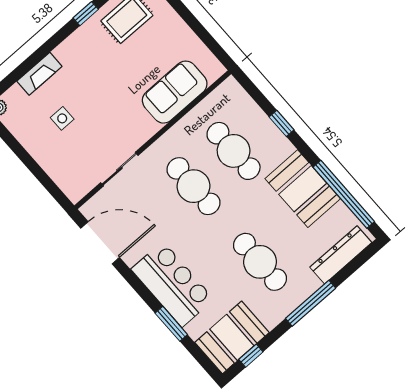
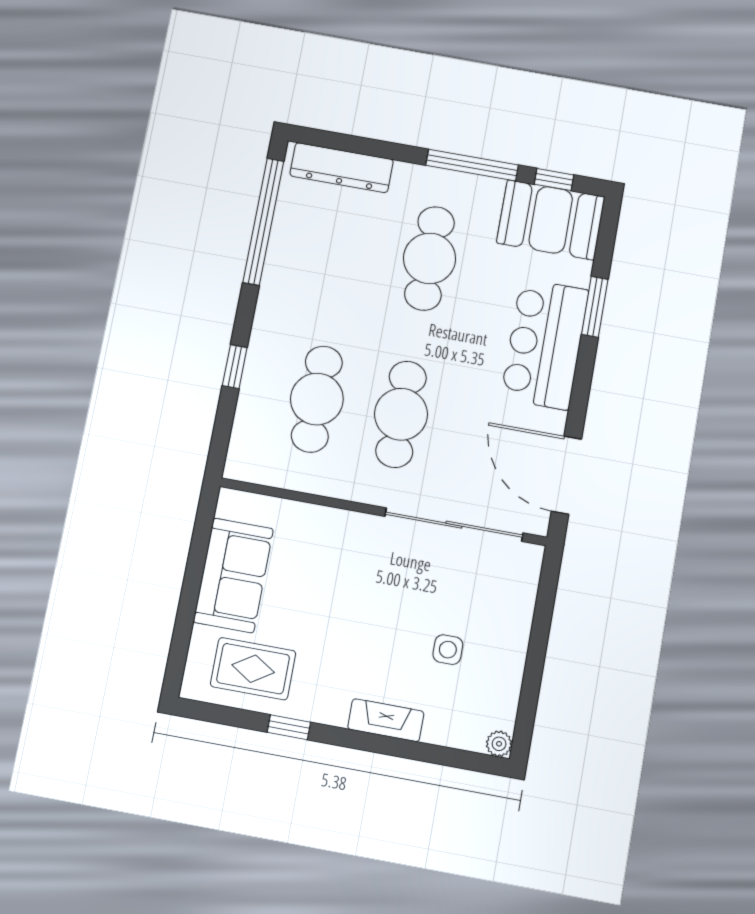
fireplace: (39, 74) -> (386, 720), moved
sofa: (175, 92) -> (233, 575), moved, turned -90
sliding door: (119, 169) -> (454, 525), width x1.86
booth: (303, 189) -> (296, 277), removed
window: (311, 303) -> (472, 165), moved

